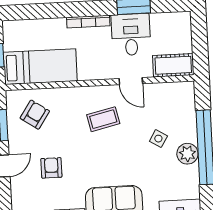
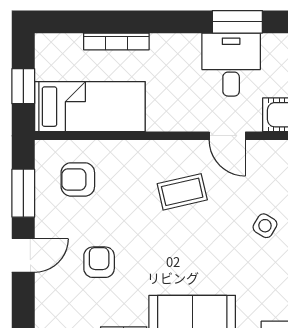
bookcase: (88, 22) -> (116, 41), moved
armchair: (35, 115) -> (78, 179), turned -124

